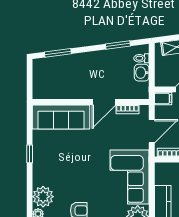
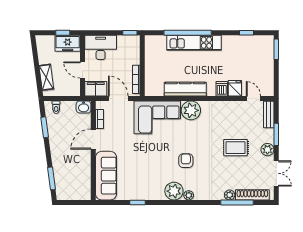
washbasin: (142, 73) -> (84, 107), moved
filing cabinet: (163, 99) -> (96, 89), width x2.00
door: (104, 102) -> (93, 139), swing flipped

